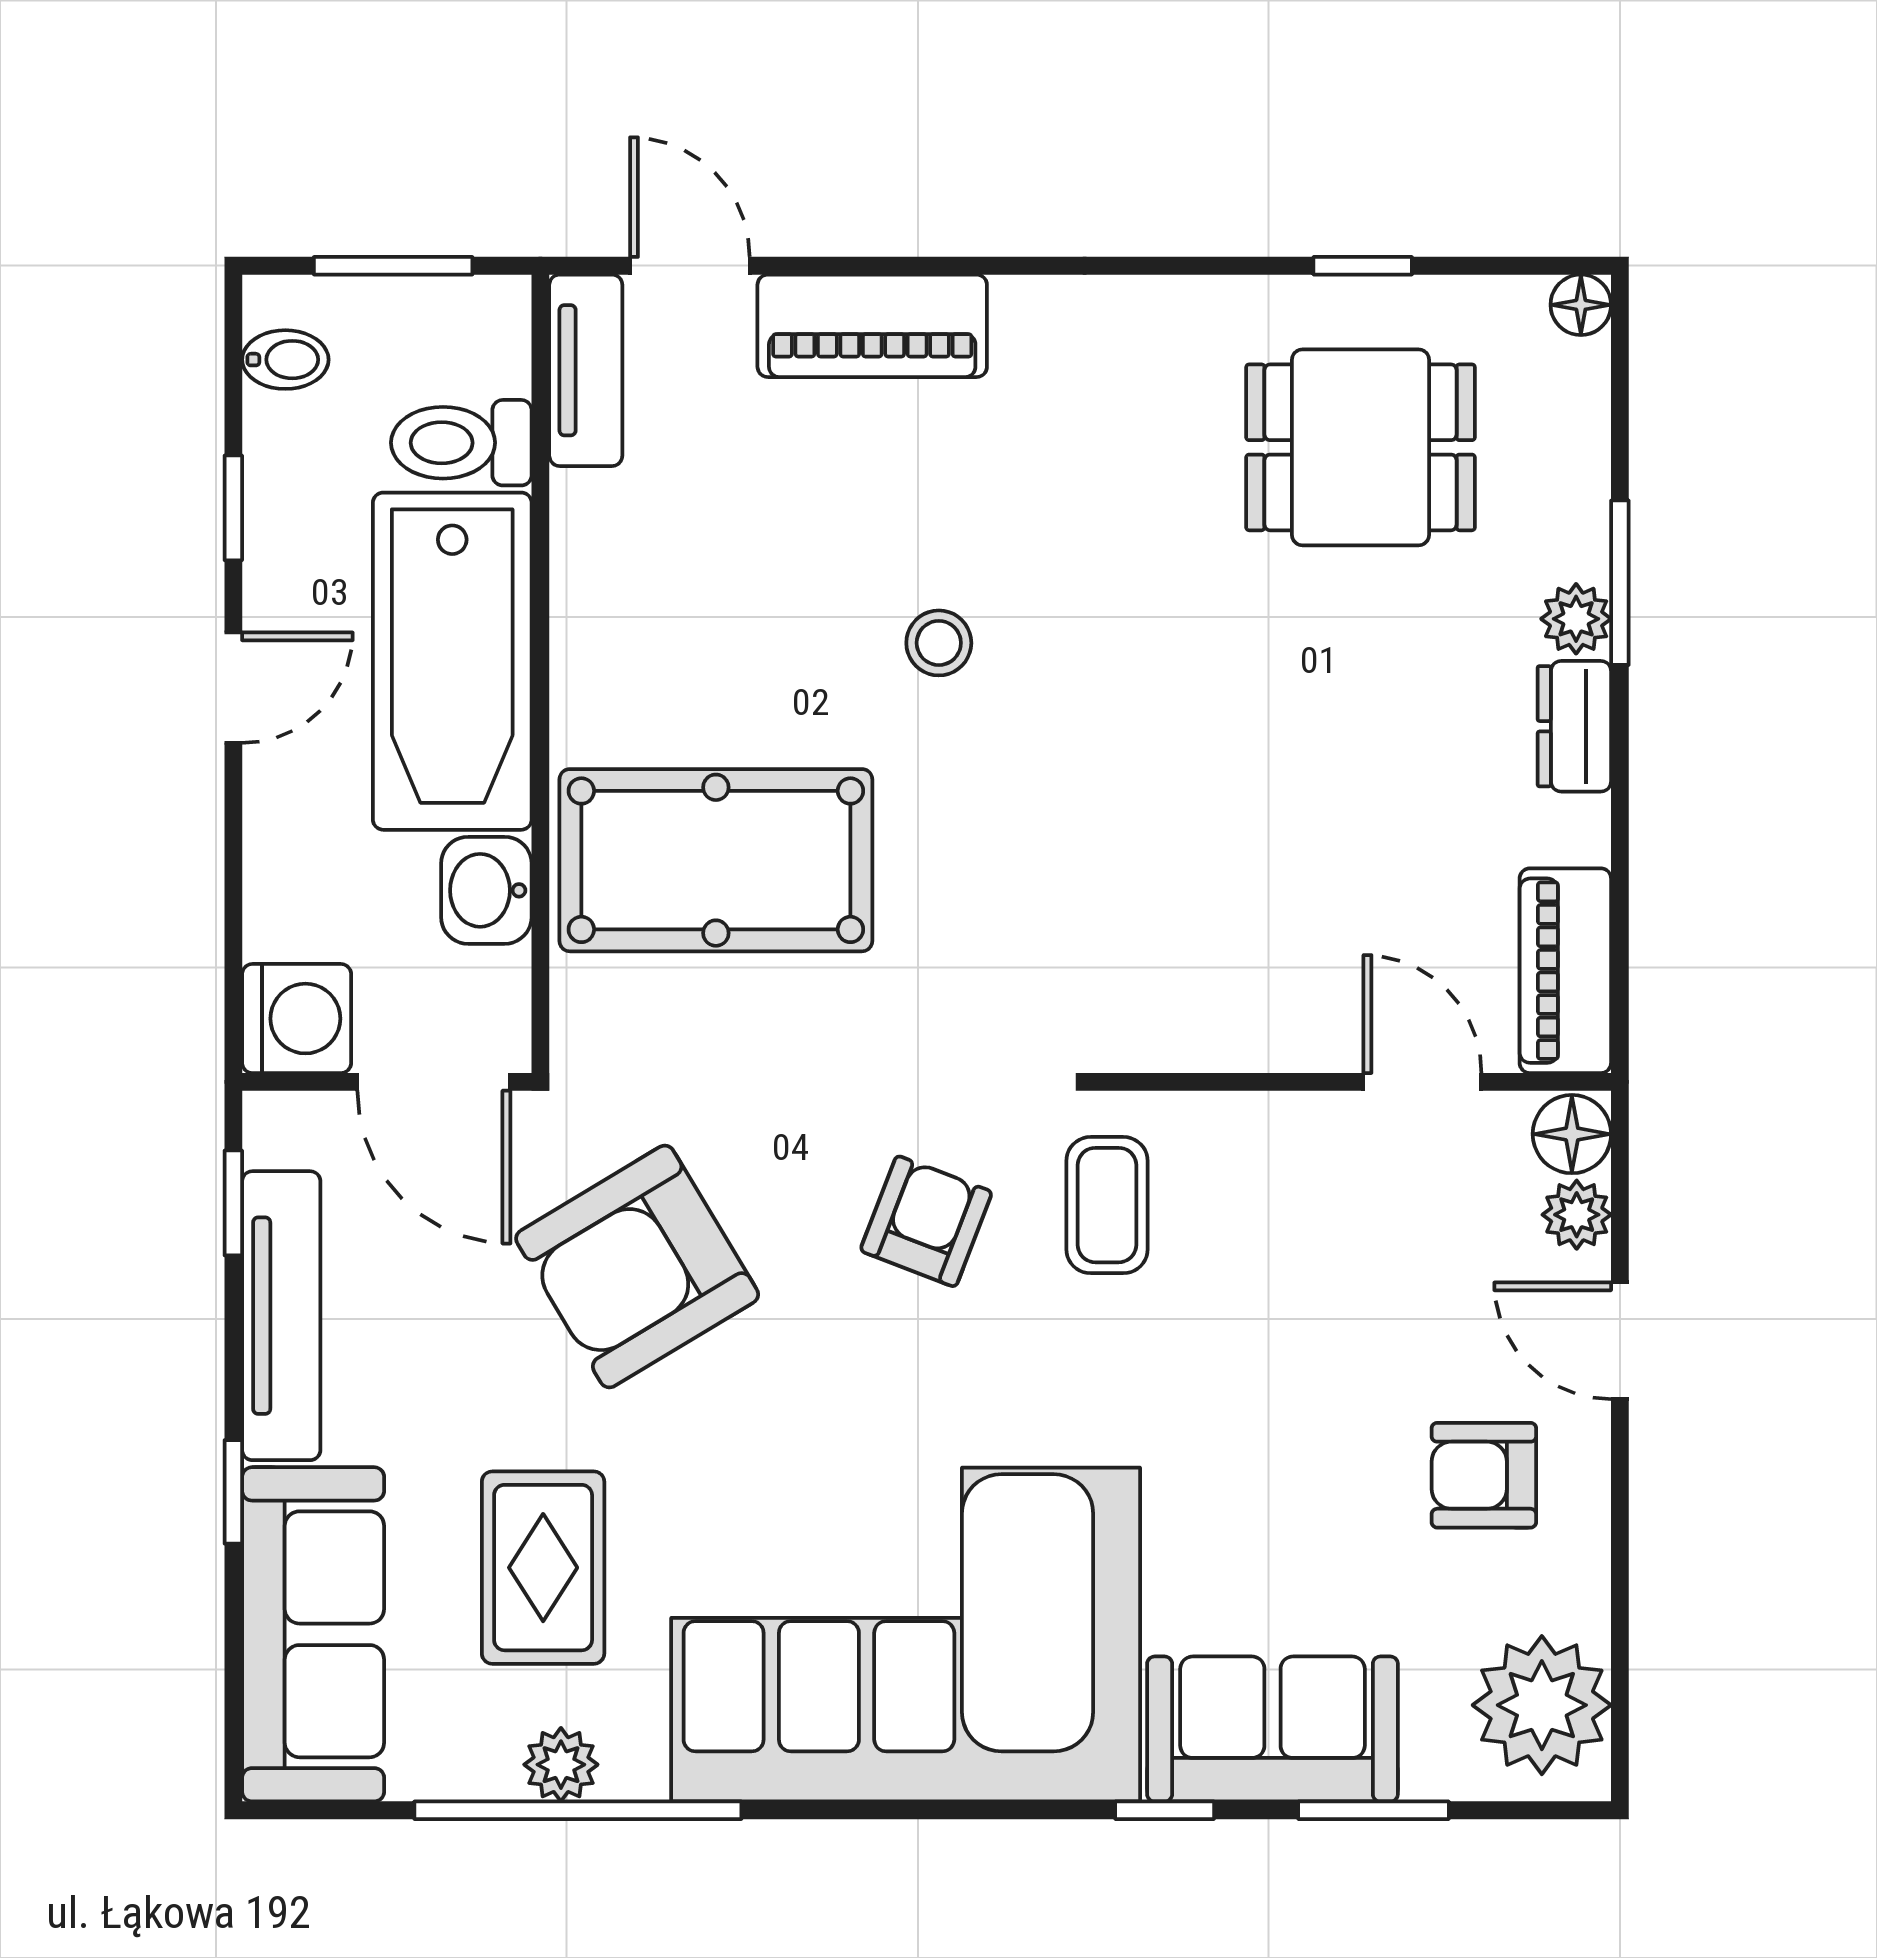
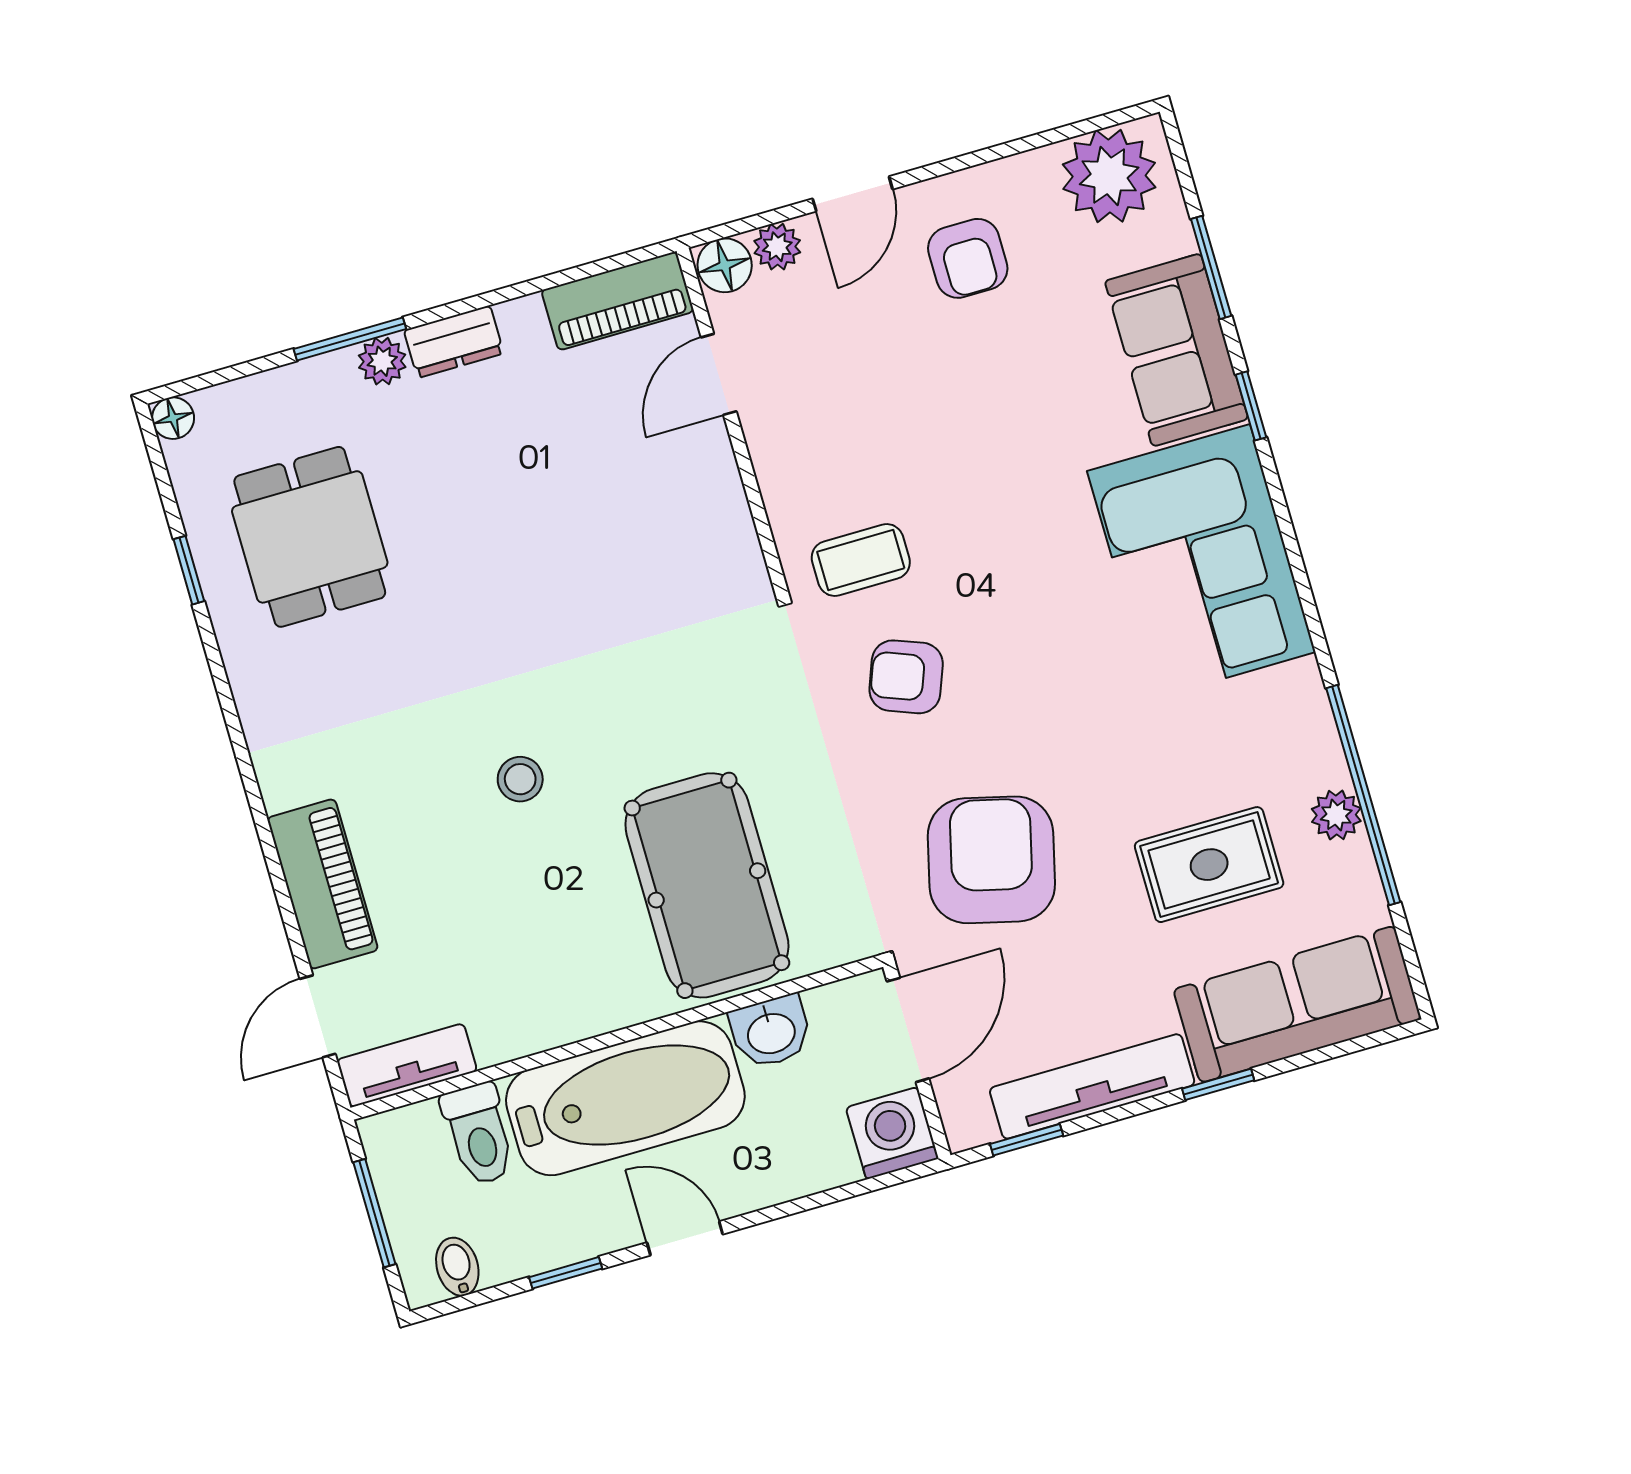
armchair: (637, 1267) -> (991, 860), turned -135
corner sofa: (906, 1634) -> (1201, 562), width x0.73, depth x0.74

